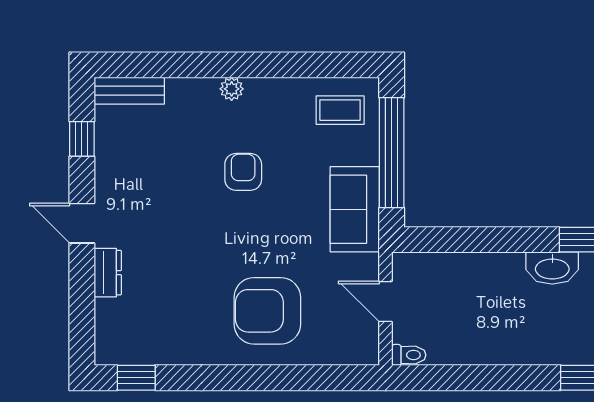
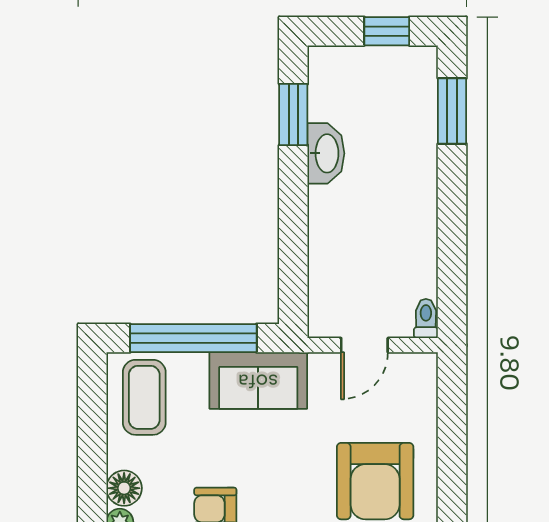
floor lamp: (261, 93) -> (124, 488), added
coffee table: (340, 110) -> (144, 397), width x1.36, depth x1.30

